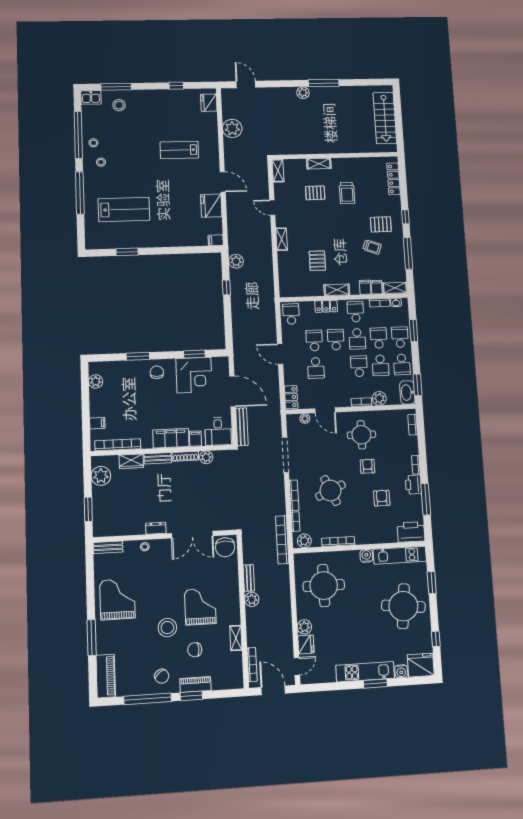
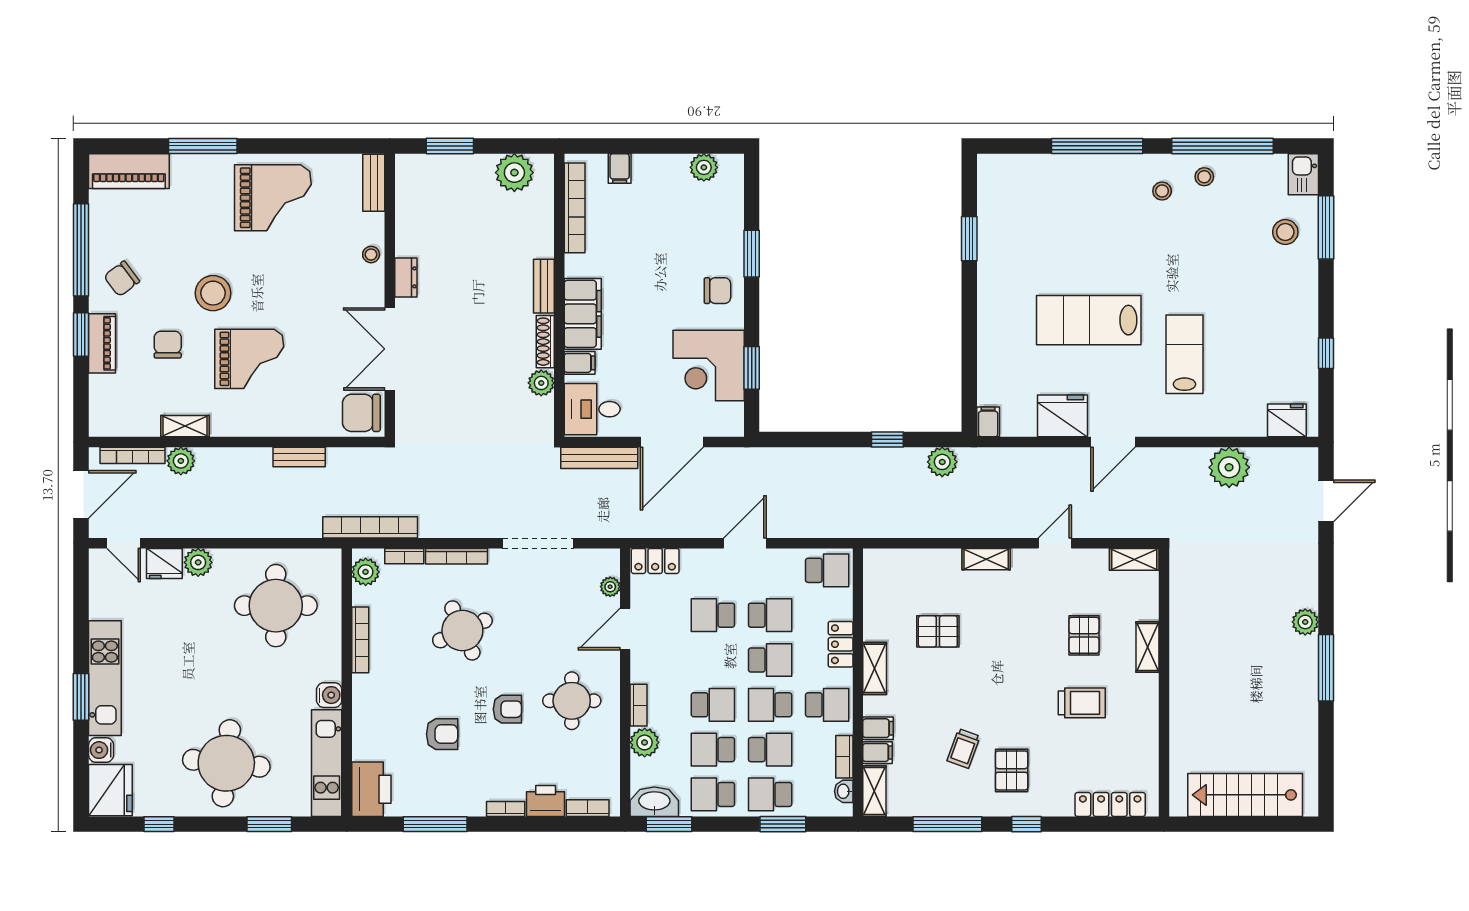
trolley: (347, 193) -> (1082, 703), turned 180
lab bench: (124, 209) -> (1089, 320), moved, turned 90
school desk: (400, 337) -> (770, 794), turned 180
wardrobe: (131, 461) -> (541, 233), removed
printer: (413, 485) -> (546, 801), moved
plant: (252, 599) -> (181, 461), moved

